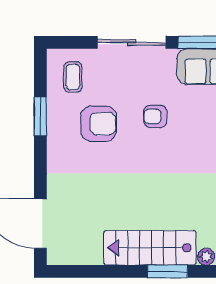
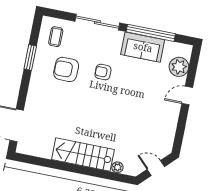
armchair: (99, 124) -> (66, 69), turned 180
window: (168, 271) -> (91, 172), removed

